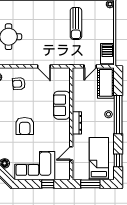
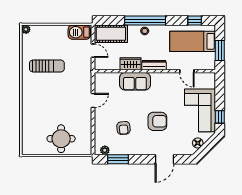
armchair: (19, 84) -> (123, 128), moved
wardrobe: (78, 101) -> (131, 64), added
window: (48, 184) -> (220, 117), moved

